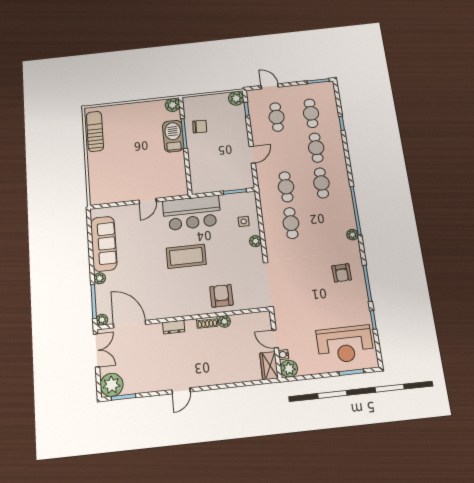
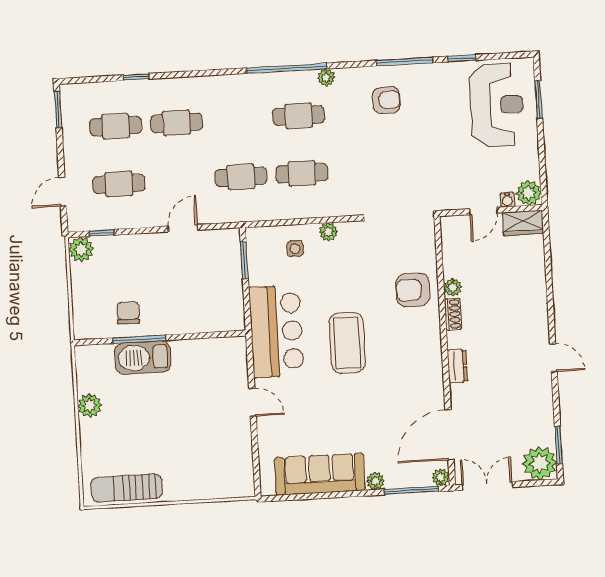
plant: (173, 105) -> (90, 405), moved
door: (252, 155) -> (183, 228), hinge flipped
cafe table: (321, 183) -> (299, 116), moved

